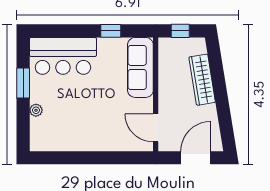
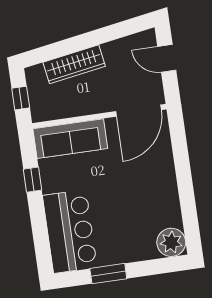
plant: (36, 110) -> (171, 242), moved, width x1.87, depth x1.87
door: (156, 128) -> (138, 111), width x1.36
door: (196, 158) -> (167, 58), width x0.73

